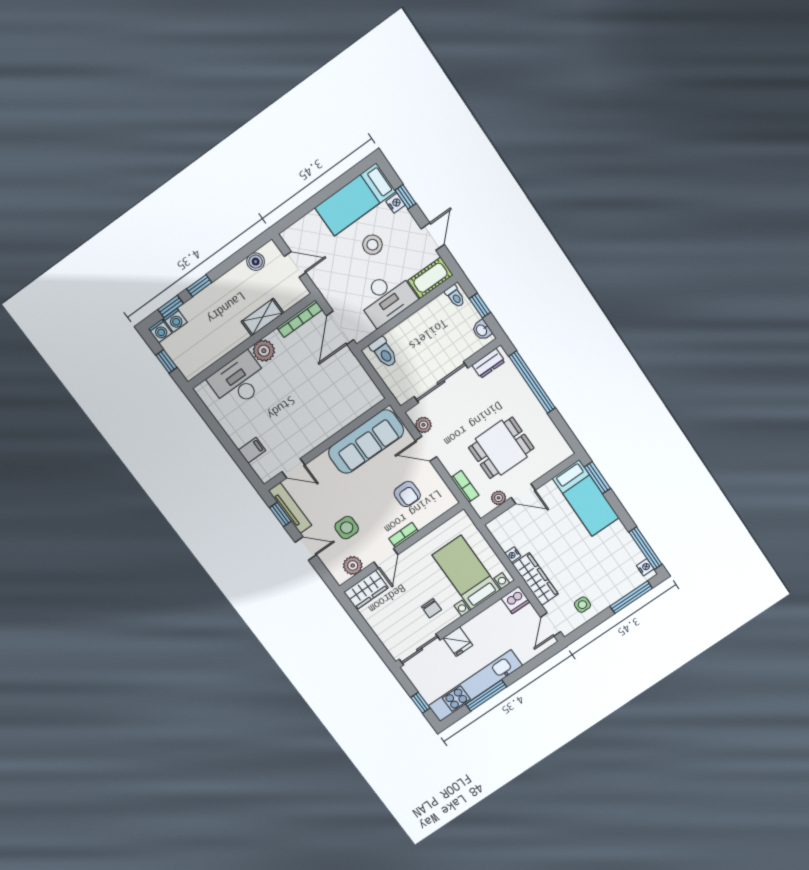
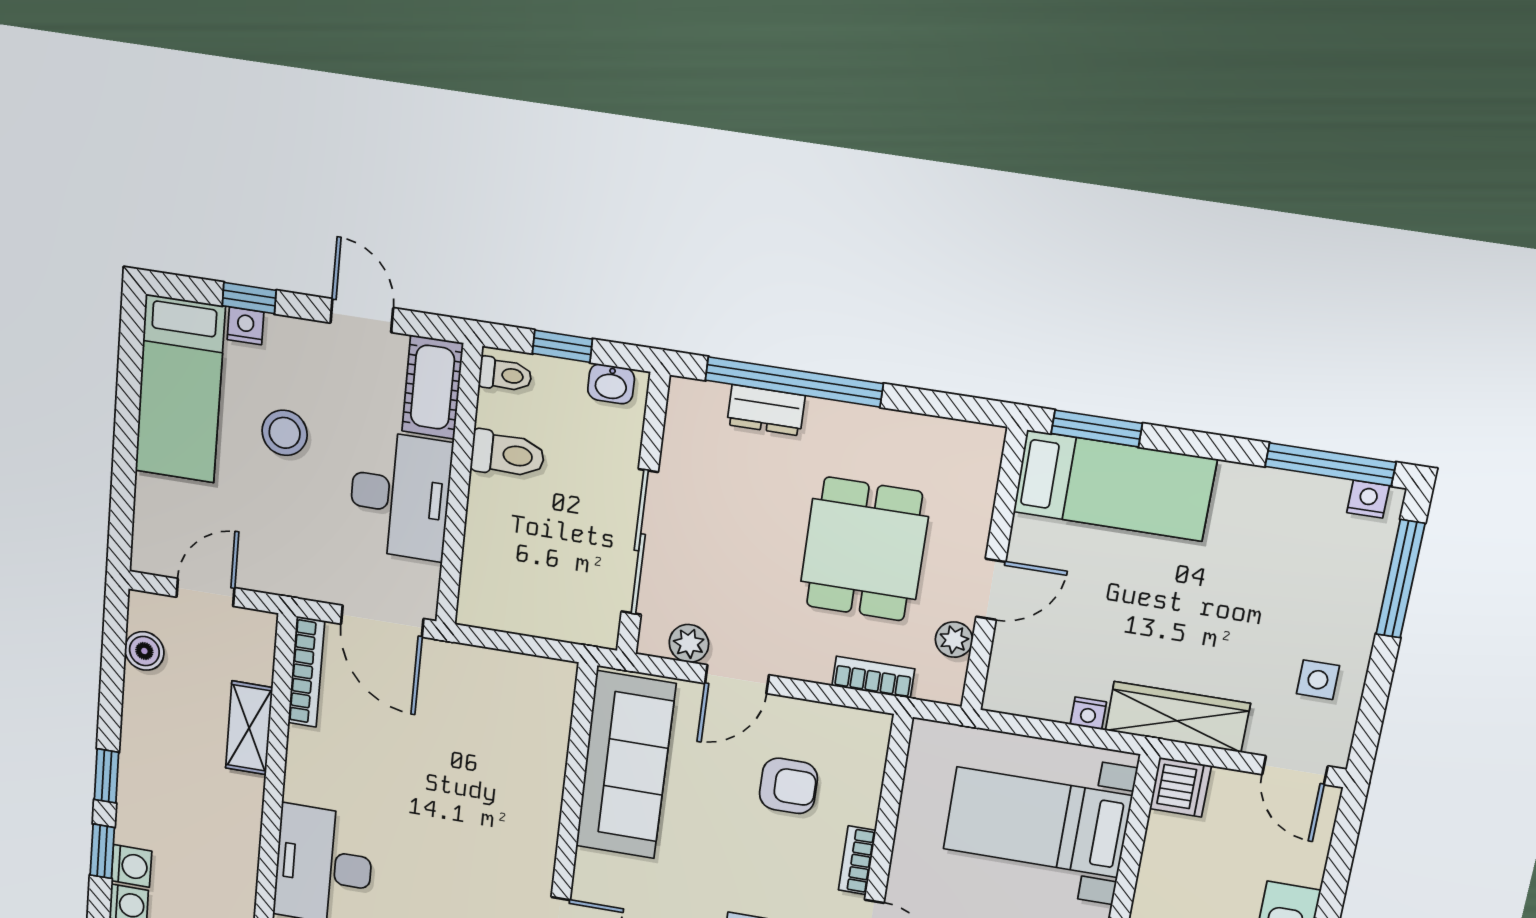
plant: (264, 351) -> (309, 779), removed
toilet: (384, 352) -> (508, 454), moved
dresser: (489, 363) -> (766, 410), moved, turned 90

